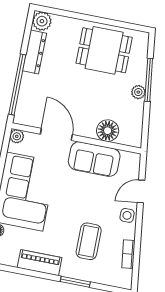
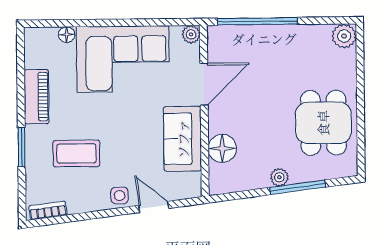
dresser: (35, 52) -> (303, 35), removed
bookcase: (128, 254) -> (48, 210), moved

